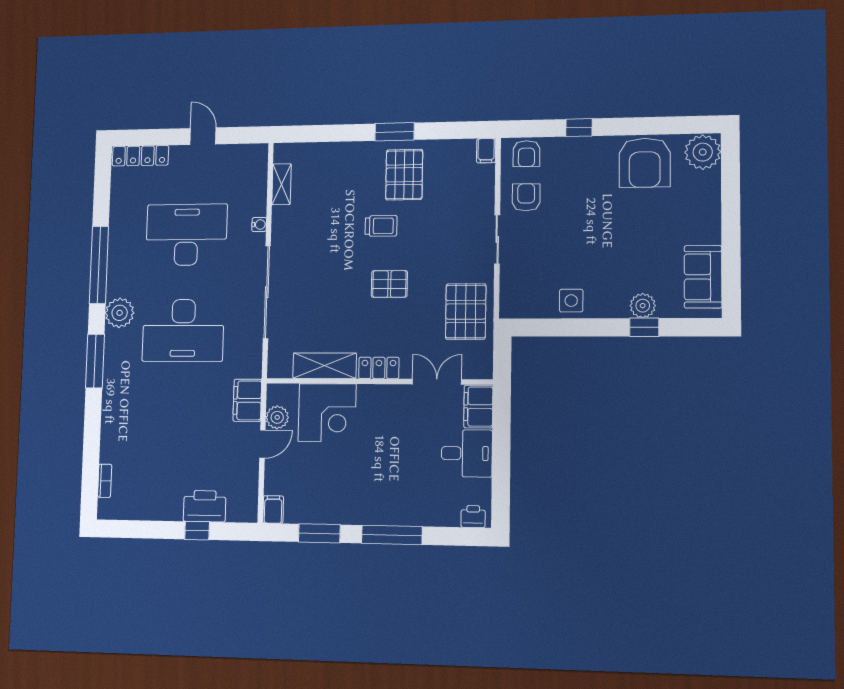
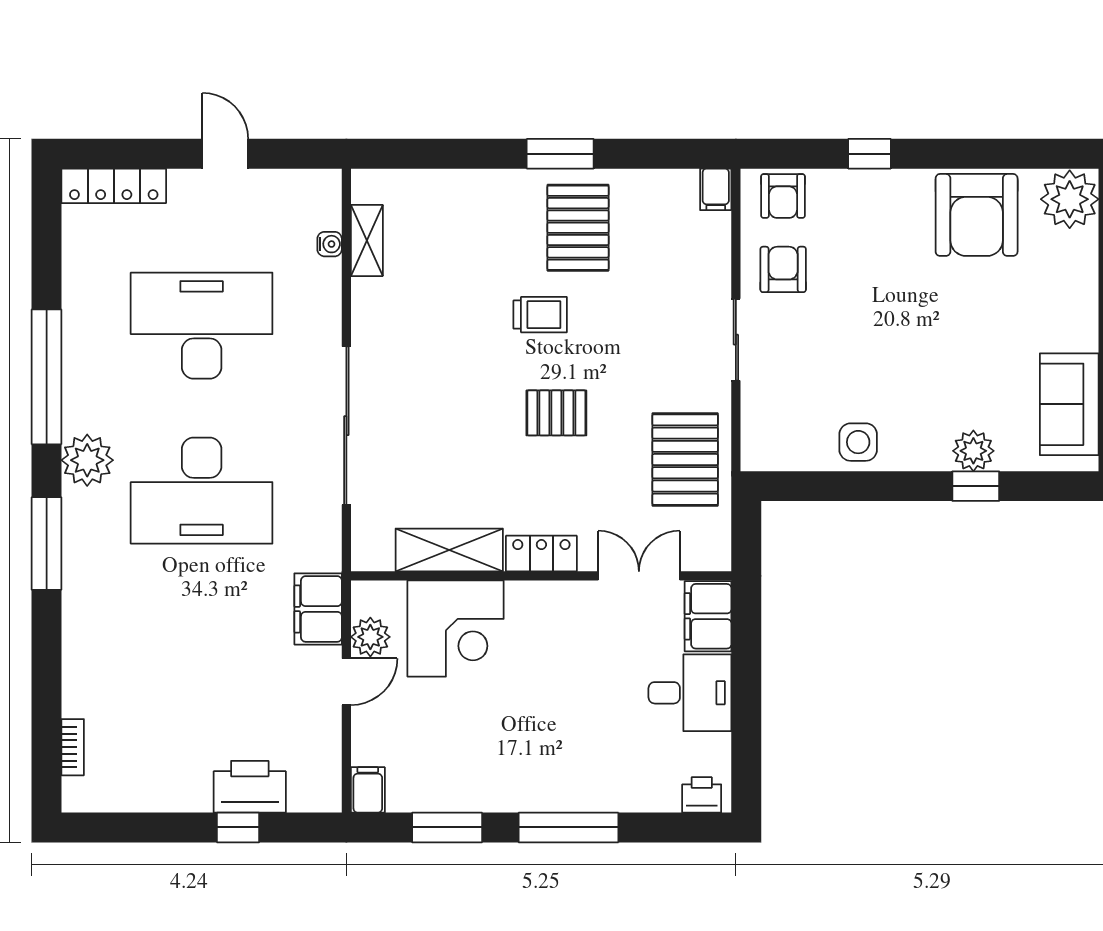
water cooler: (259, 225) -> (330, 244), moved

